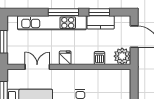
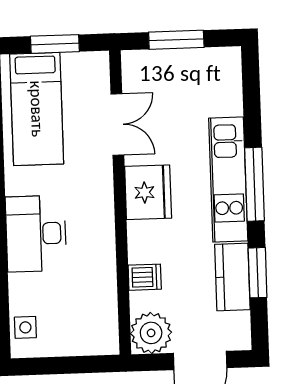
kitchen unit: (52, 23) -> (228, 179), width x0.73
fridge: (65, 58) -> (148, 192), width x1.88, depth x1.34

